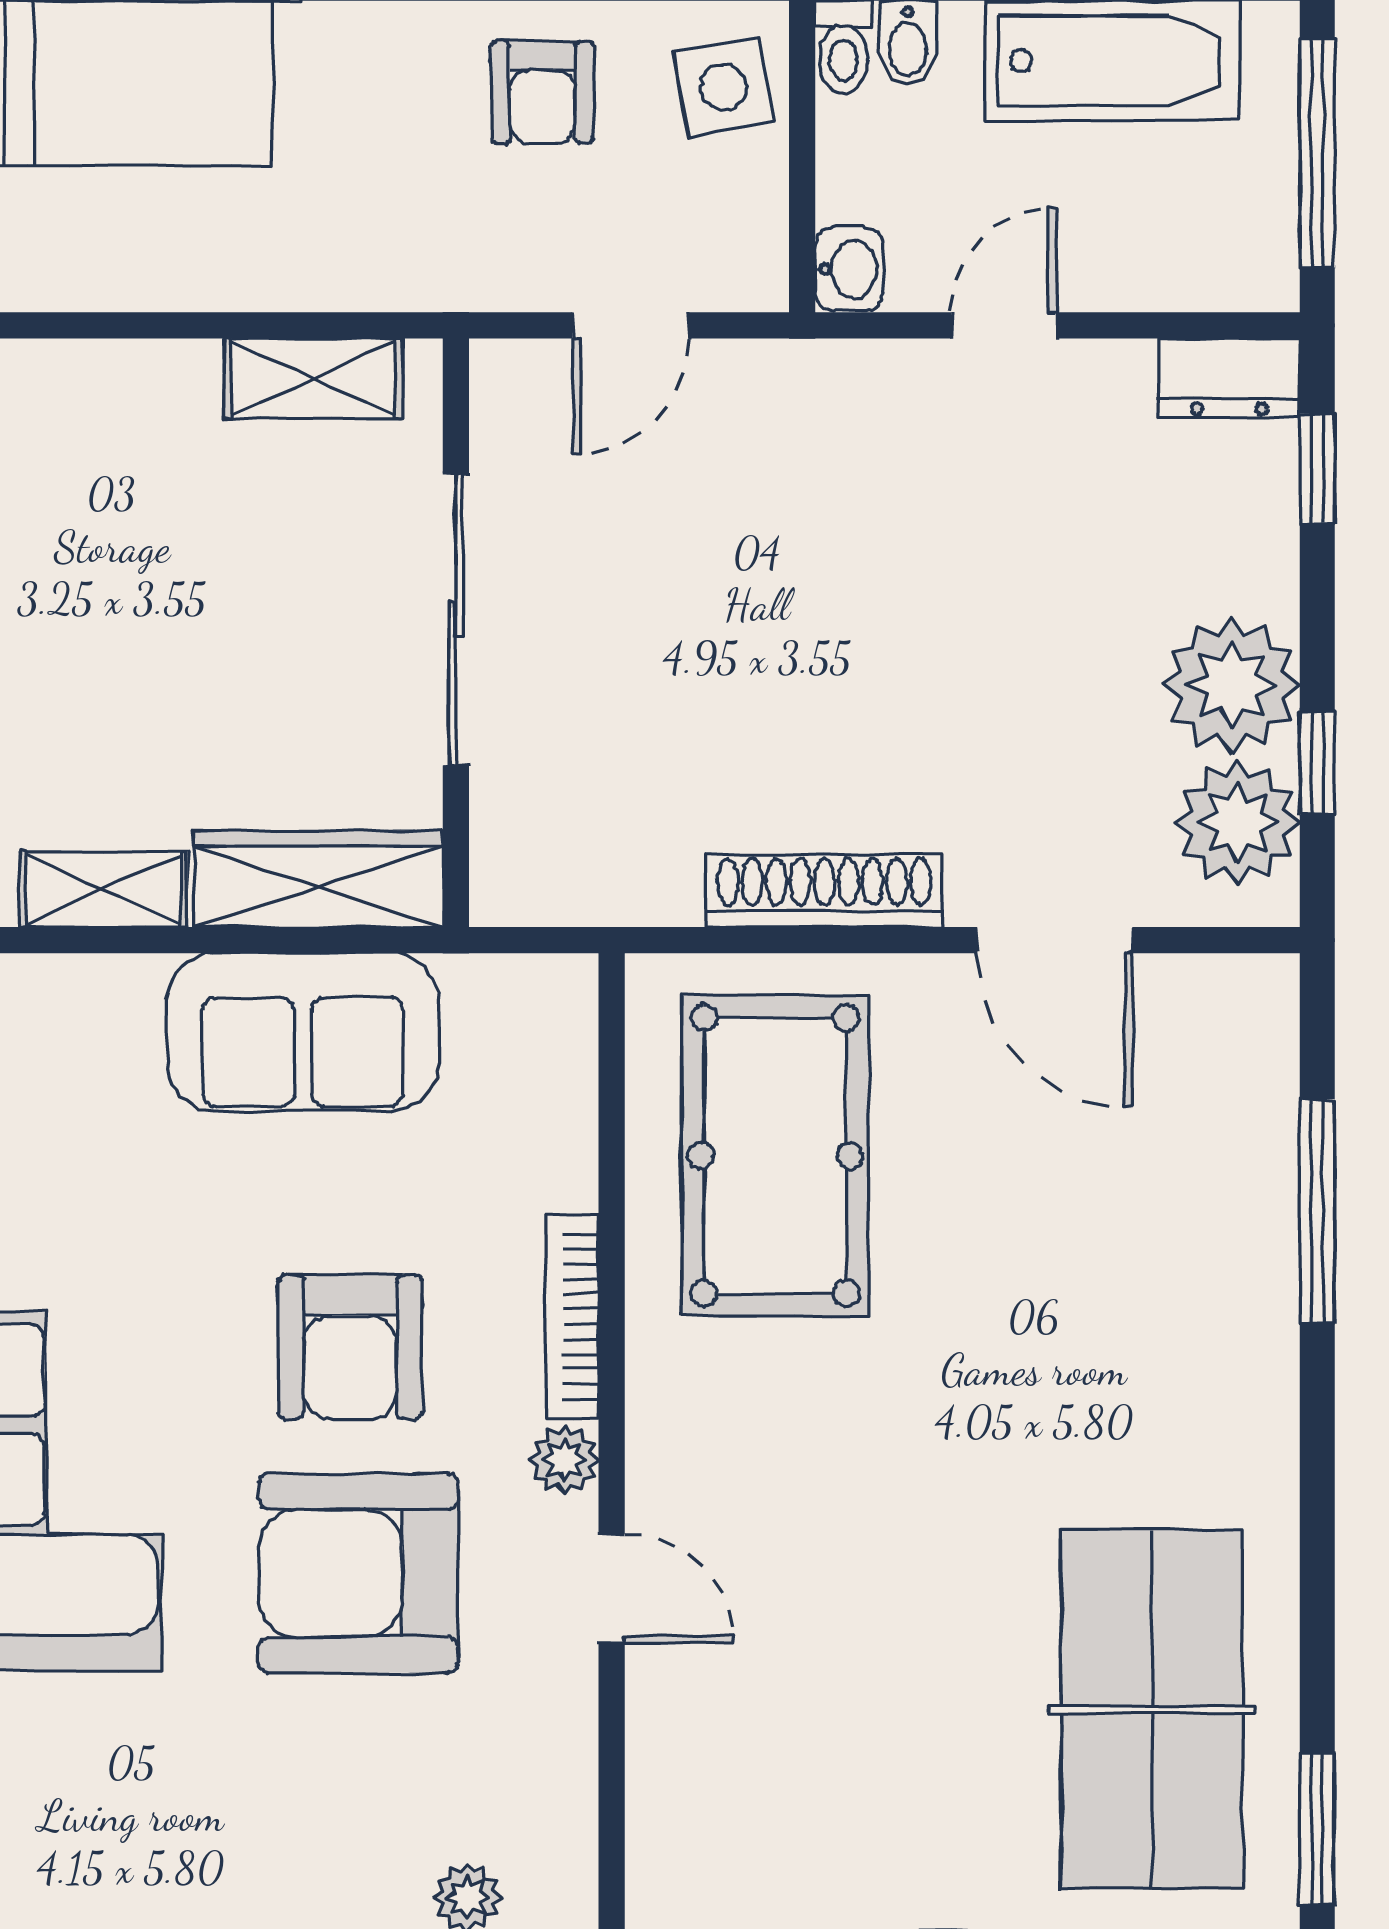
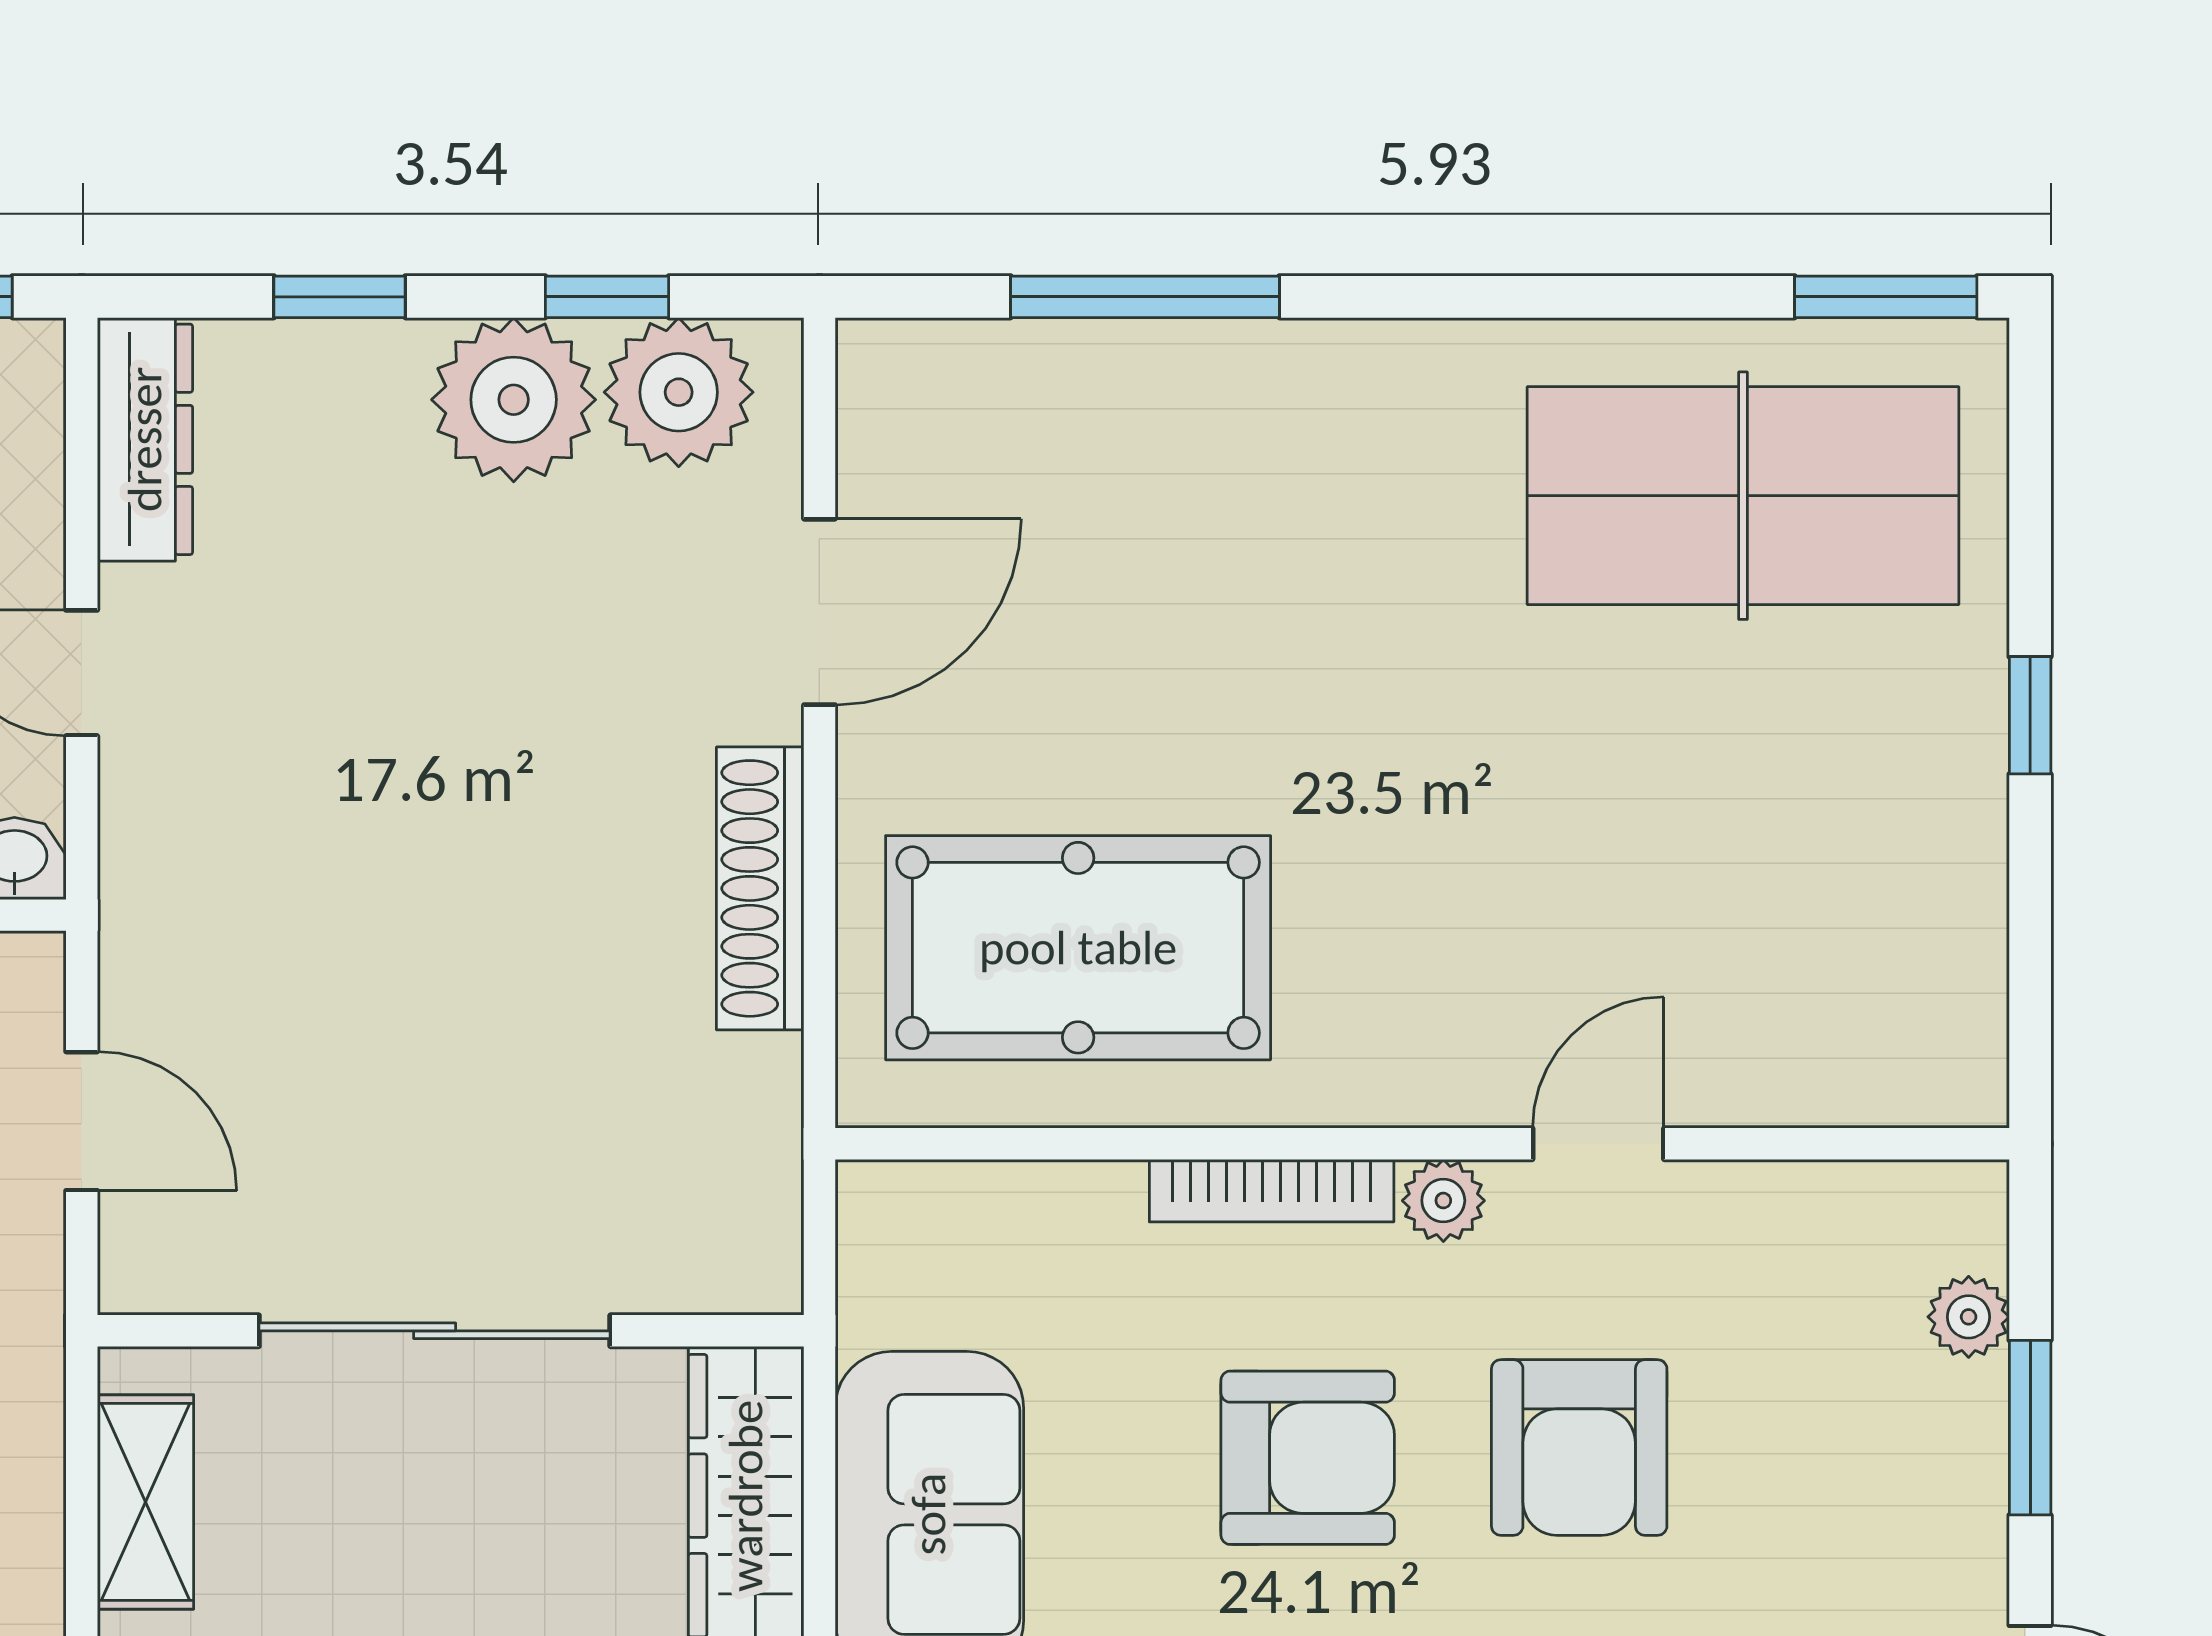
dresser: (1229, 378) -> (145, 439), width x1.44
window: (1317, 469) -> (340, 297), moved
armchair: (359, 1573) -> (1579, 1447), width x0.73, depth x0.73

